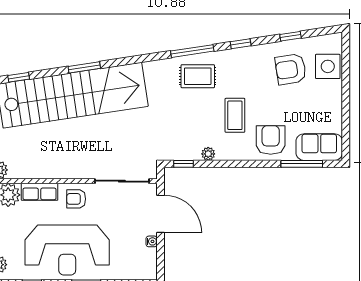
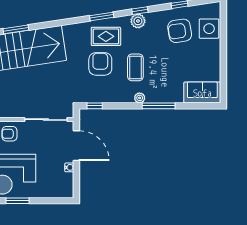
window: (192, 51) -> (102, 16), width x0.69
plant: (238, 57) -> (138, 21), added
armchair: (271, 140) -> (100, 64), moved
plant: (208, 154) -> (140, 98), moved
window: (302, 164) -> (159, 106), moved

